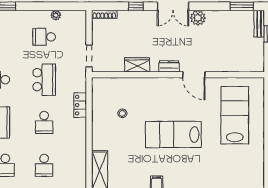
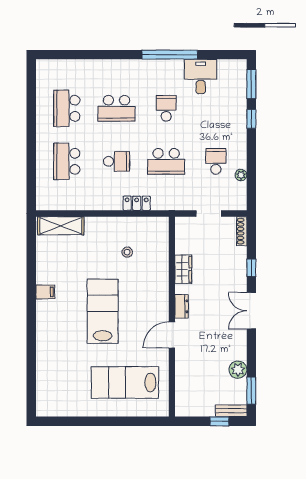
plant: (198, 18) -> (238, 370), moved
doorway: (89, 56) -> (209, 214), moved
lab bench: (235, 115) -> (125, 383), turned 180
school desk: (44, 123) -> (116, 161), turned 180
school desk: (44, 165) -> (67, 161), width x1.85

